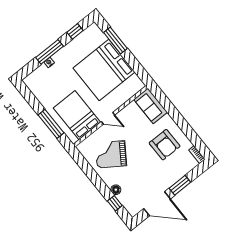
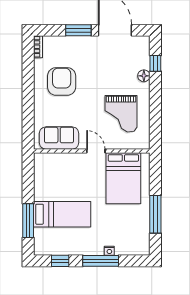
bed: (104, 70) -> (62, 214), width x0.49
sofa: (151, 106) -> (59, 138), moved, turned -90
window: (51, 124) -> (155, 214), moved
grand piano: (111, 154) -> (121, 114), turned 56

